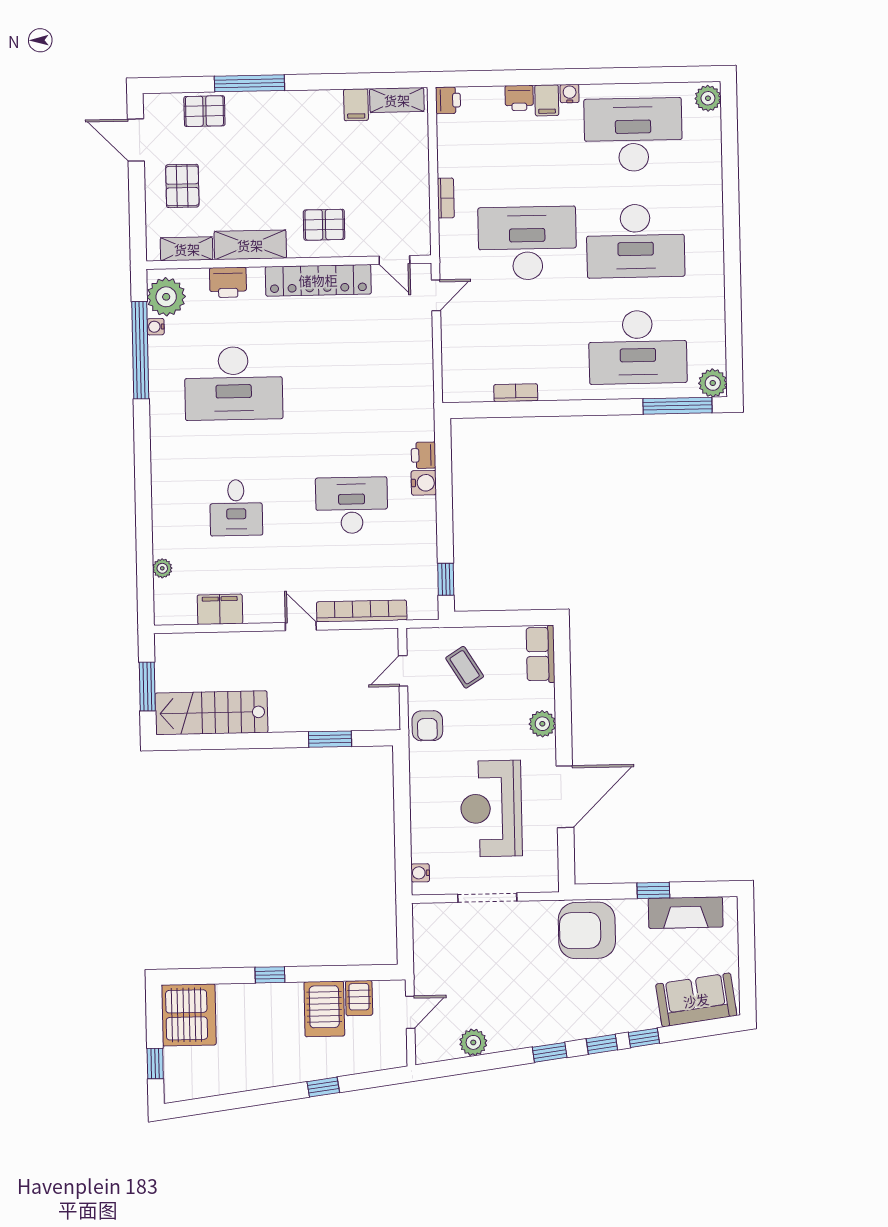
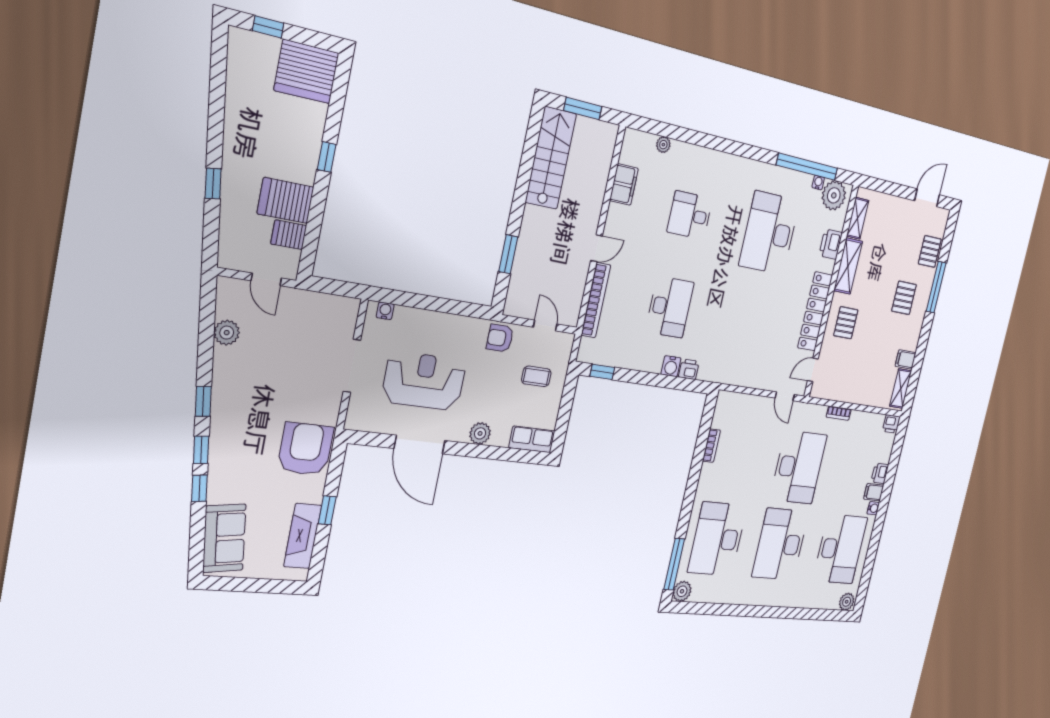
pallet: (182, 186) -> (904, 298), moved, turned 90
coffee table: (465, 667) -> (536, 376), turned 32

